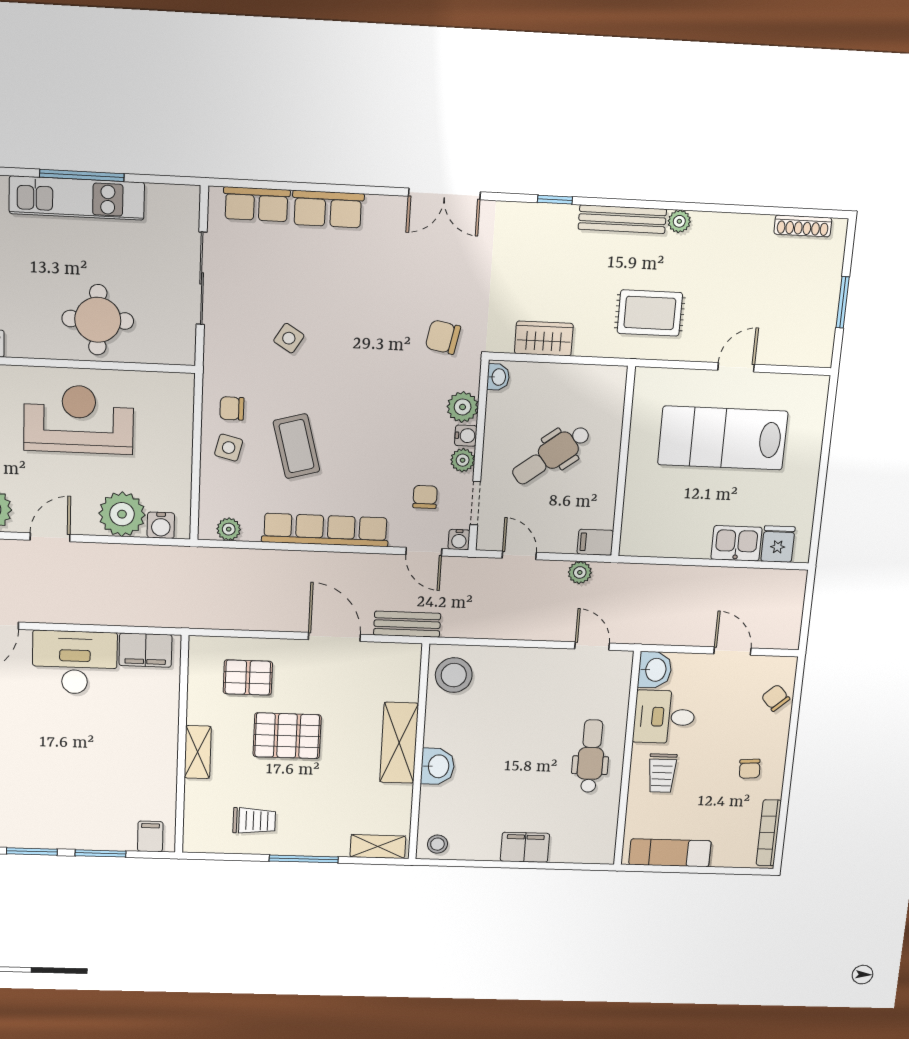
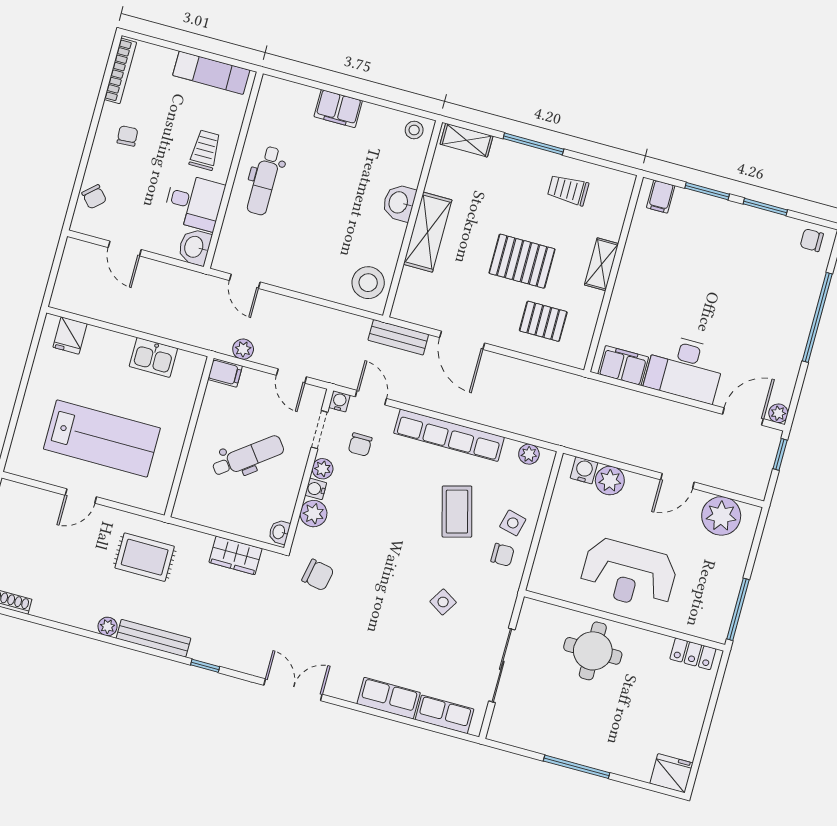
kitchen unit: (77, 198) -> (585, 750), removed
plant: (122, 514) -> (610, 481), width x0.73, depth x0.73
kitchen sink: (736, 543) -> (153, 357), moved

